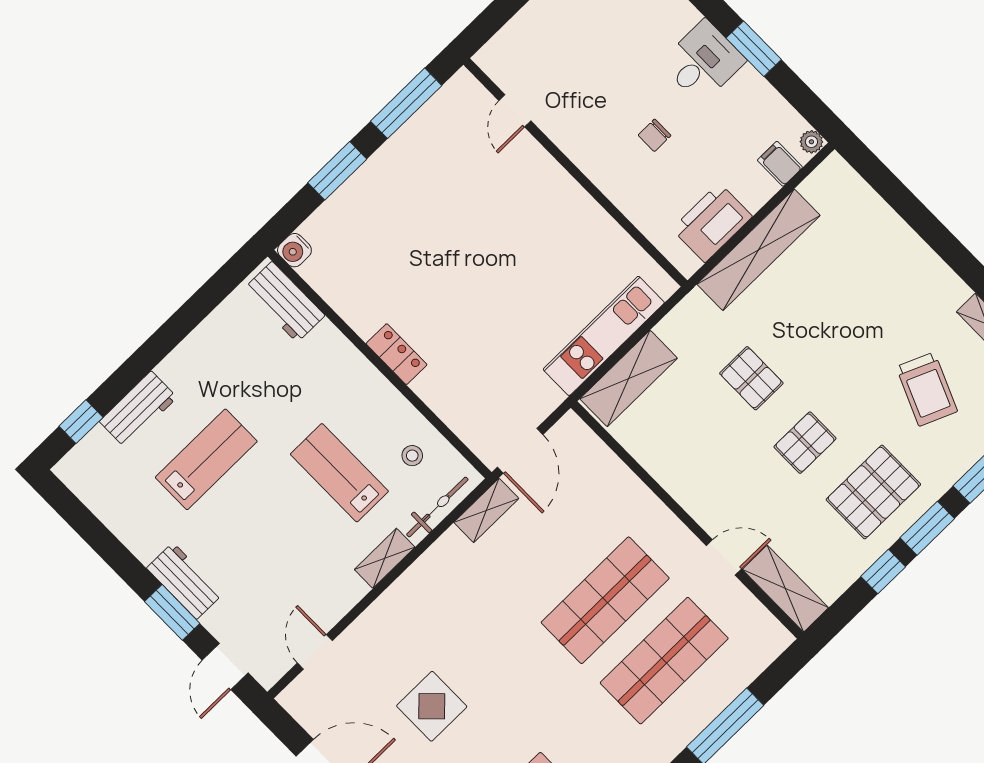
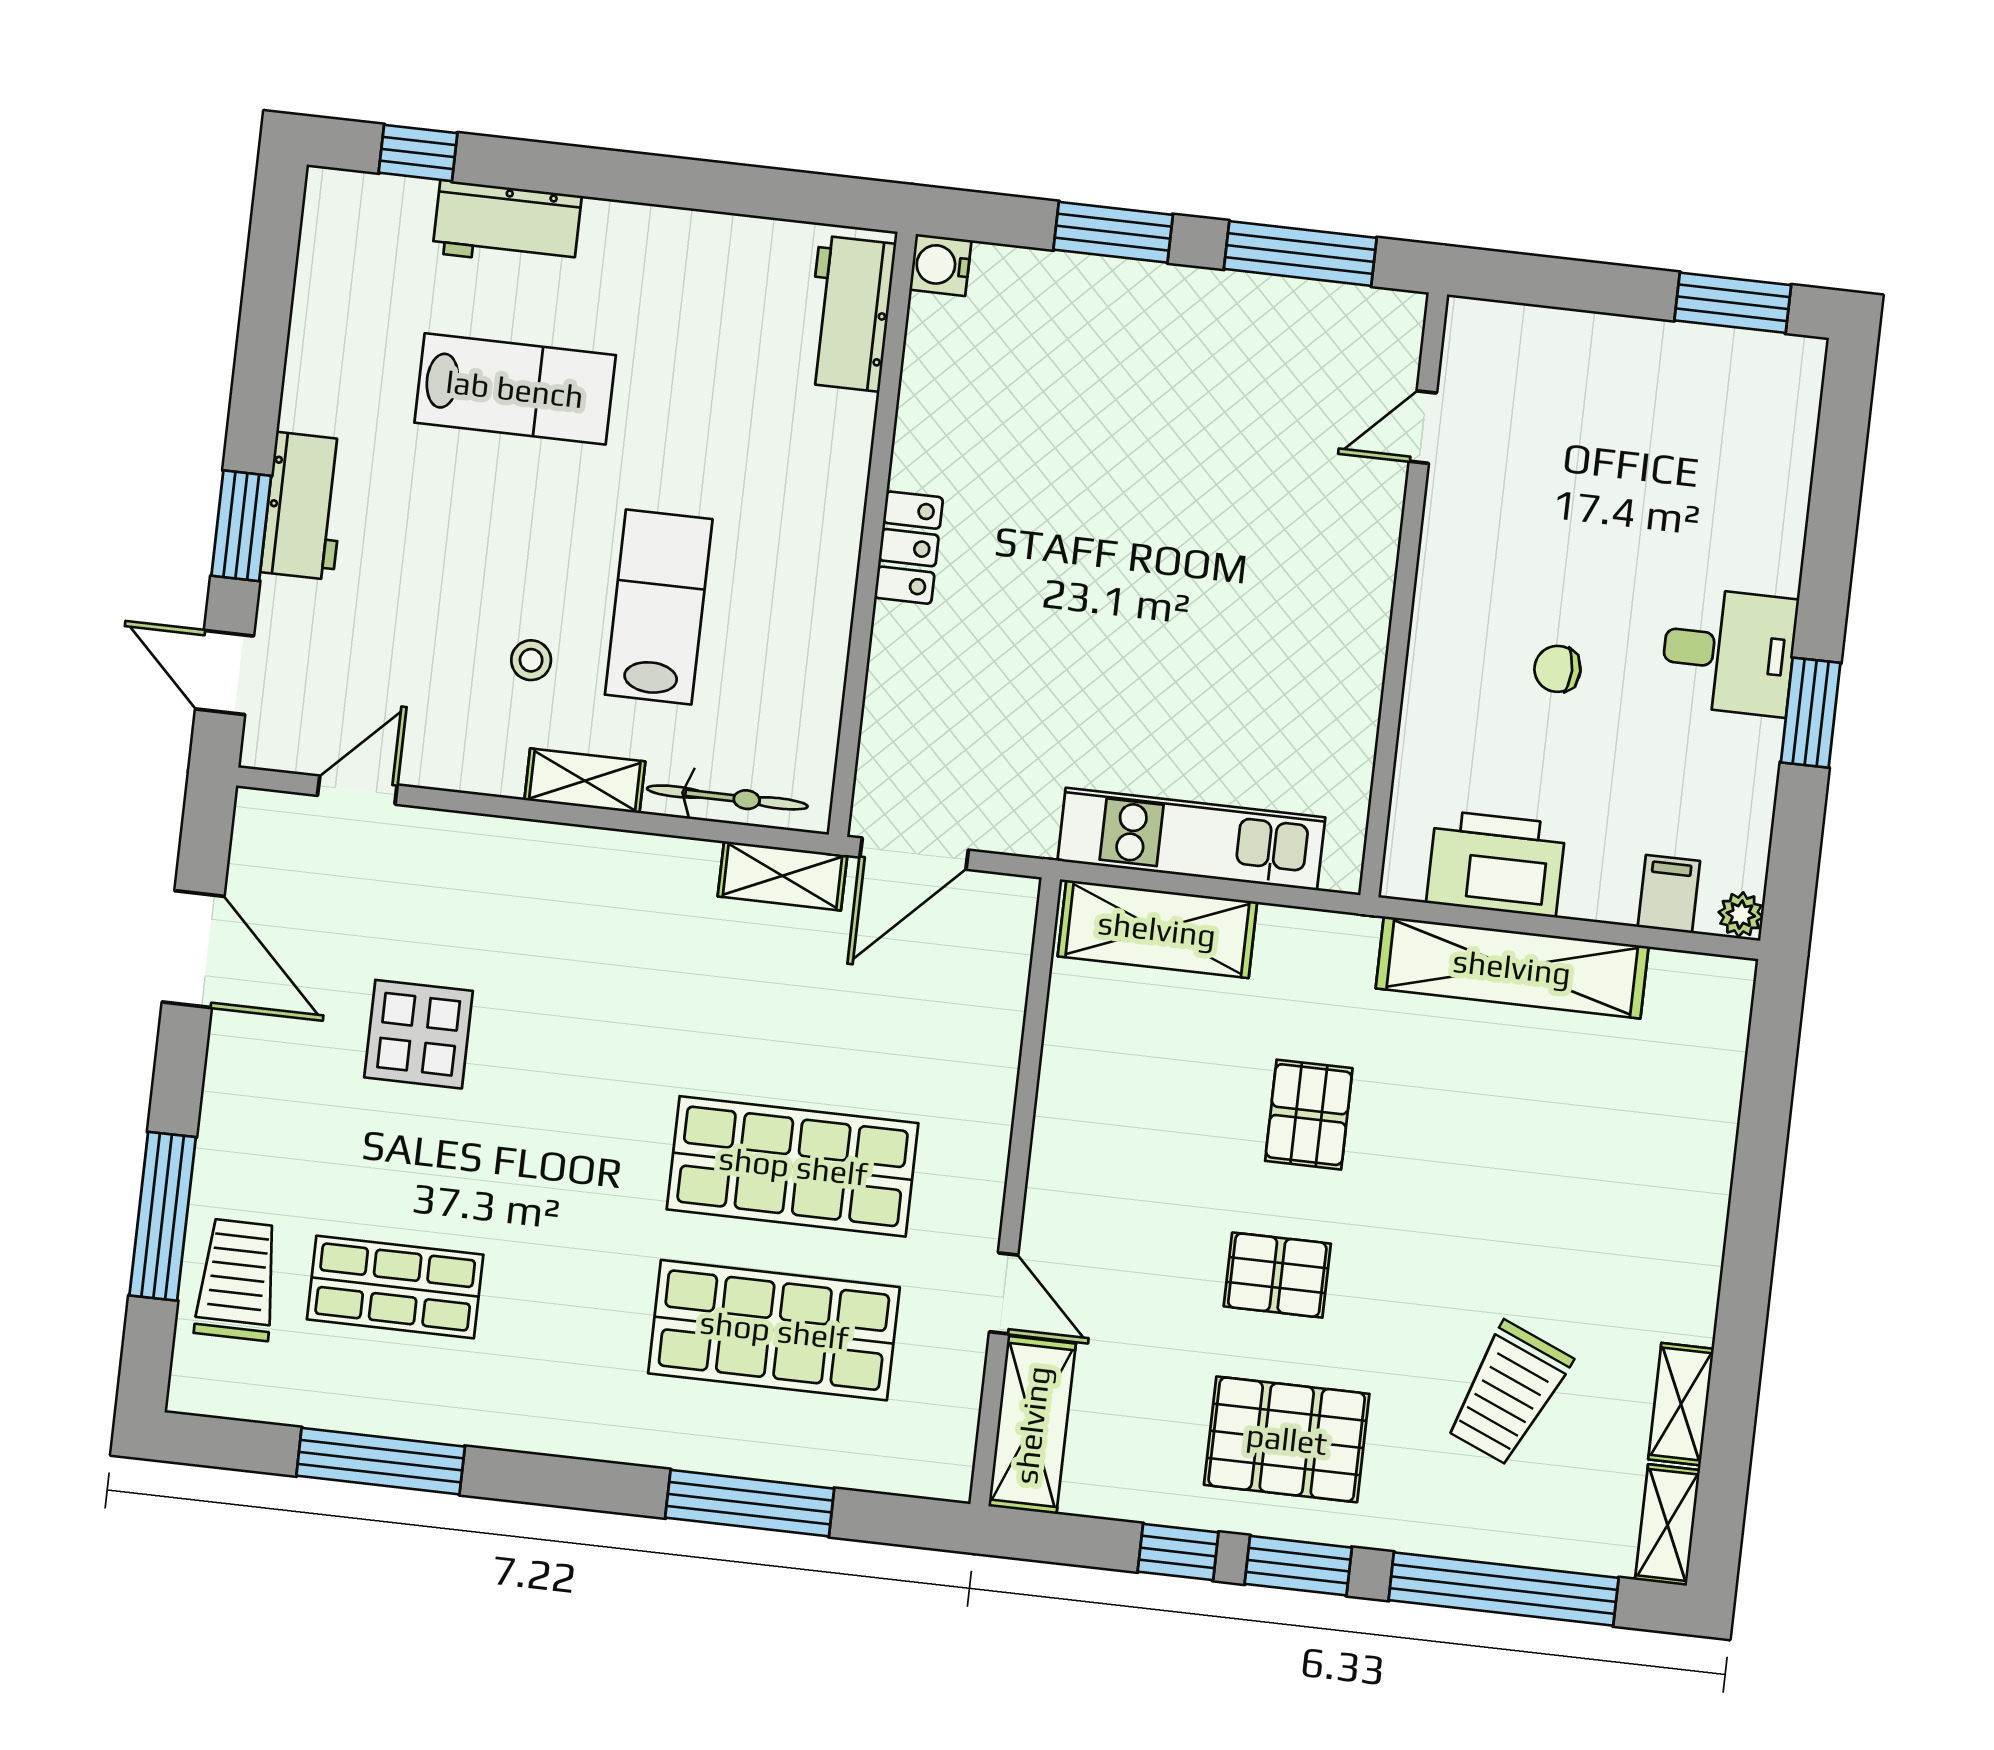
stool: (412, 456) -> (531, 660), moved
door: (225, 667) -> (225, 672), hinge flipped

